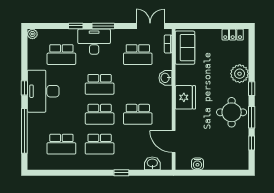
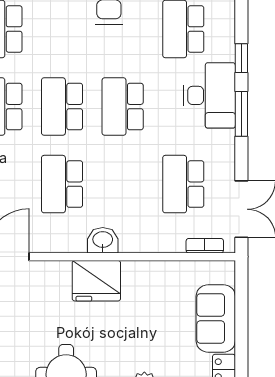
sofa: (185, 48) -> (216, 318), moved, turned 90
washbasin: (165, 78) -> (103, 240), moved

